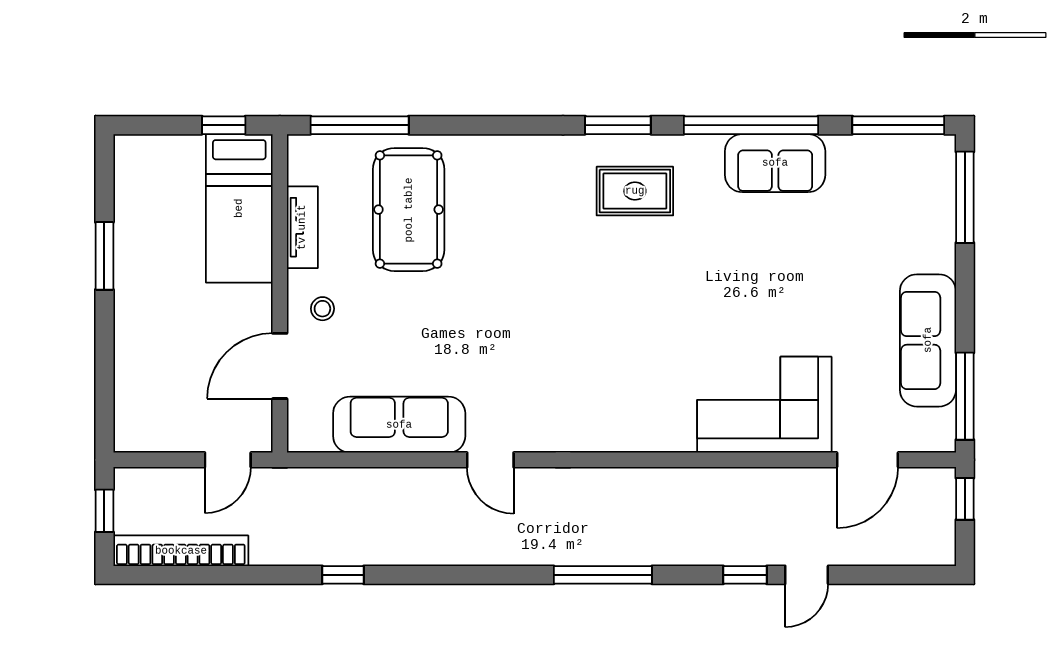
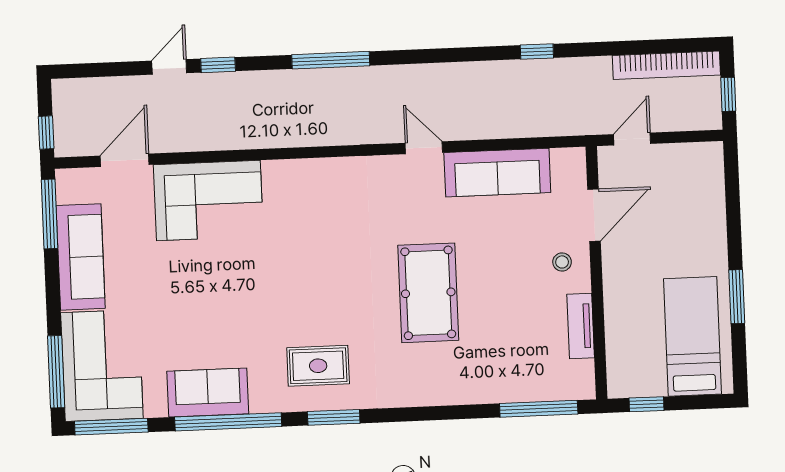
corner sofa: (907, 203) -> (102, 365), added
bed: (239, 208) -> (693, 336), moved
pool table: (409, 210) -> (428, 293), moved

